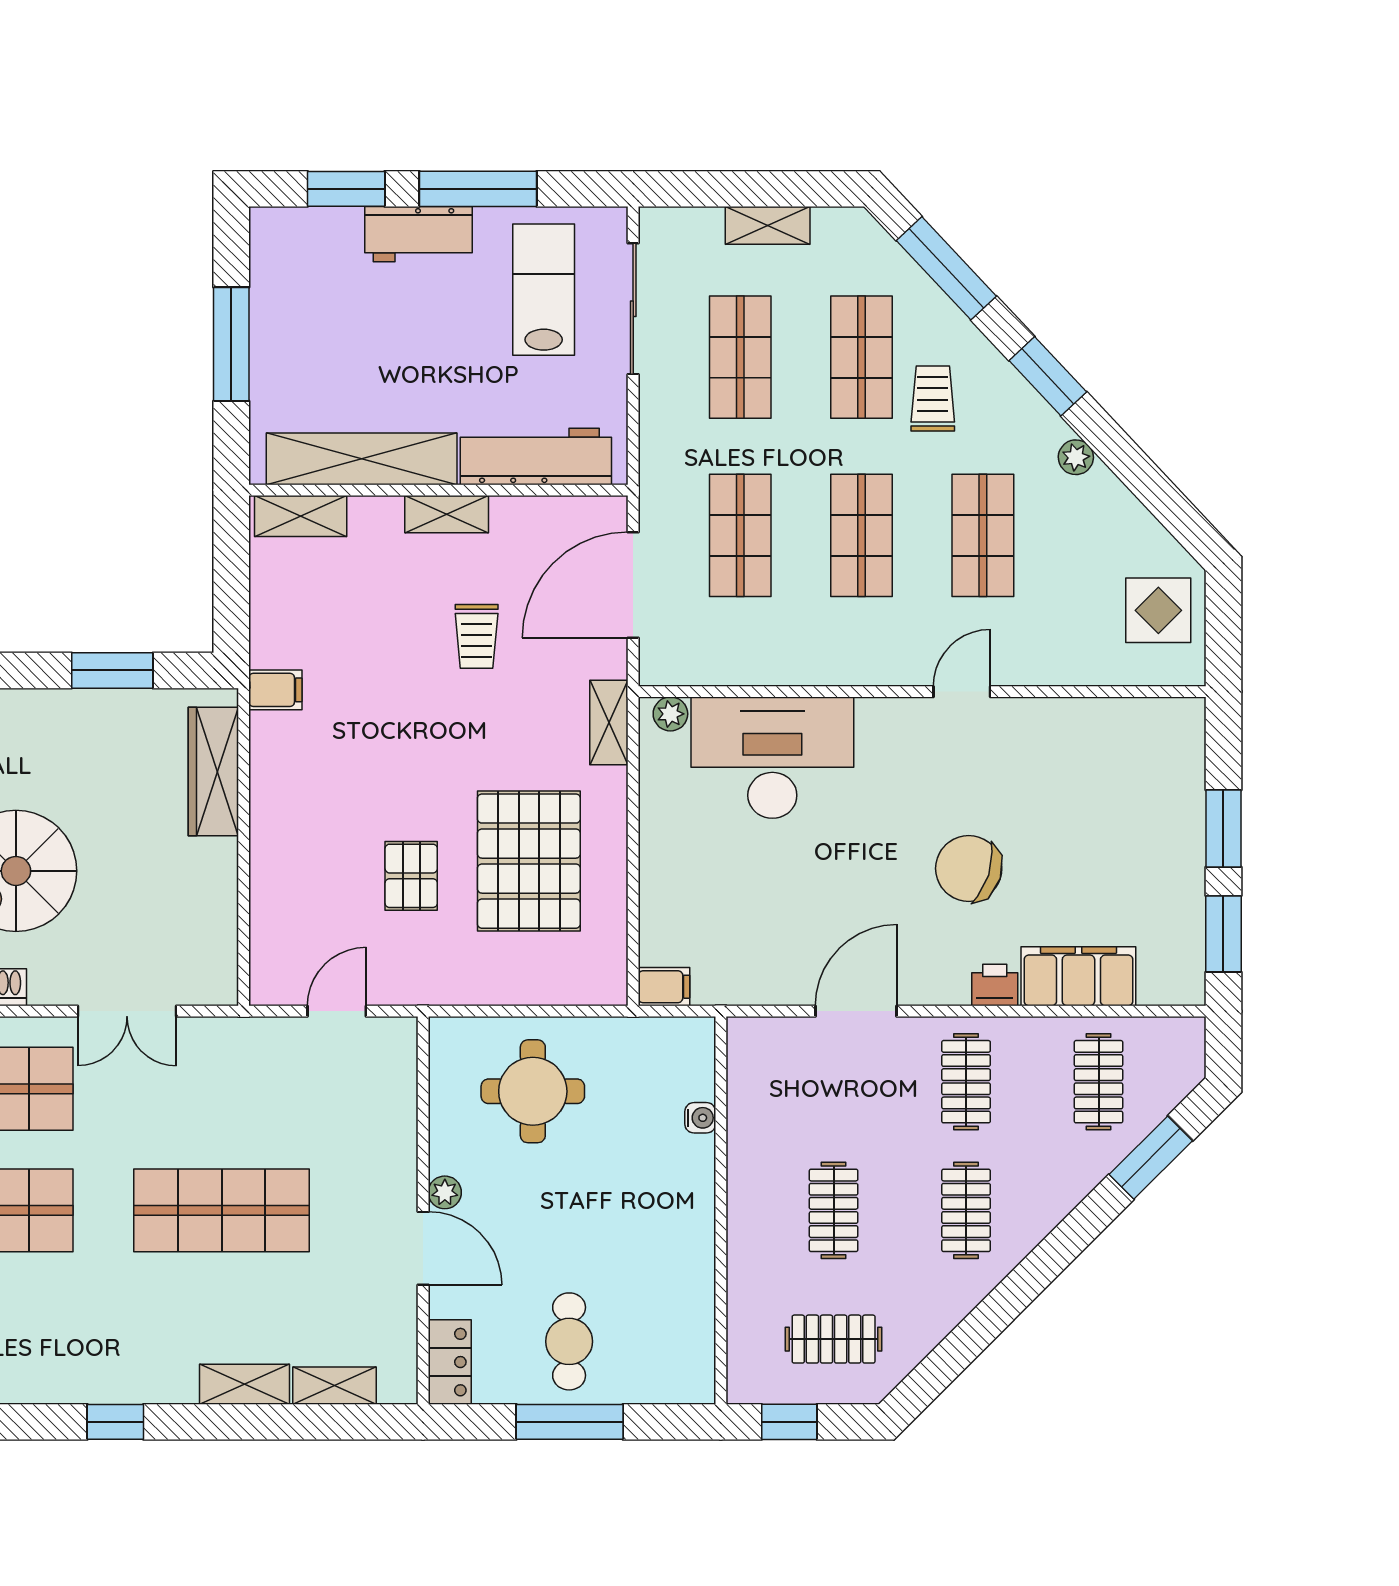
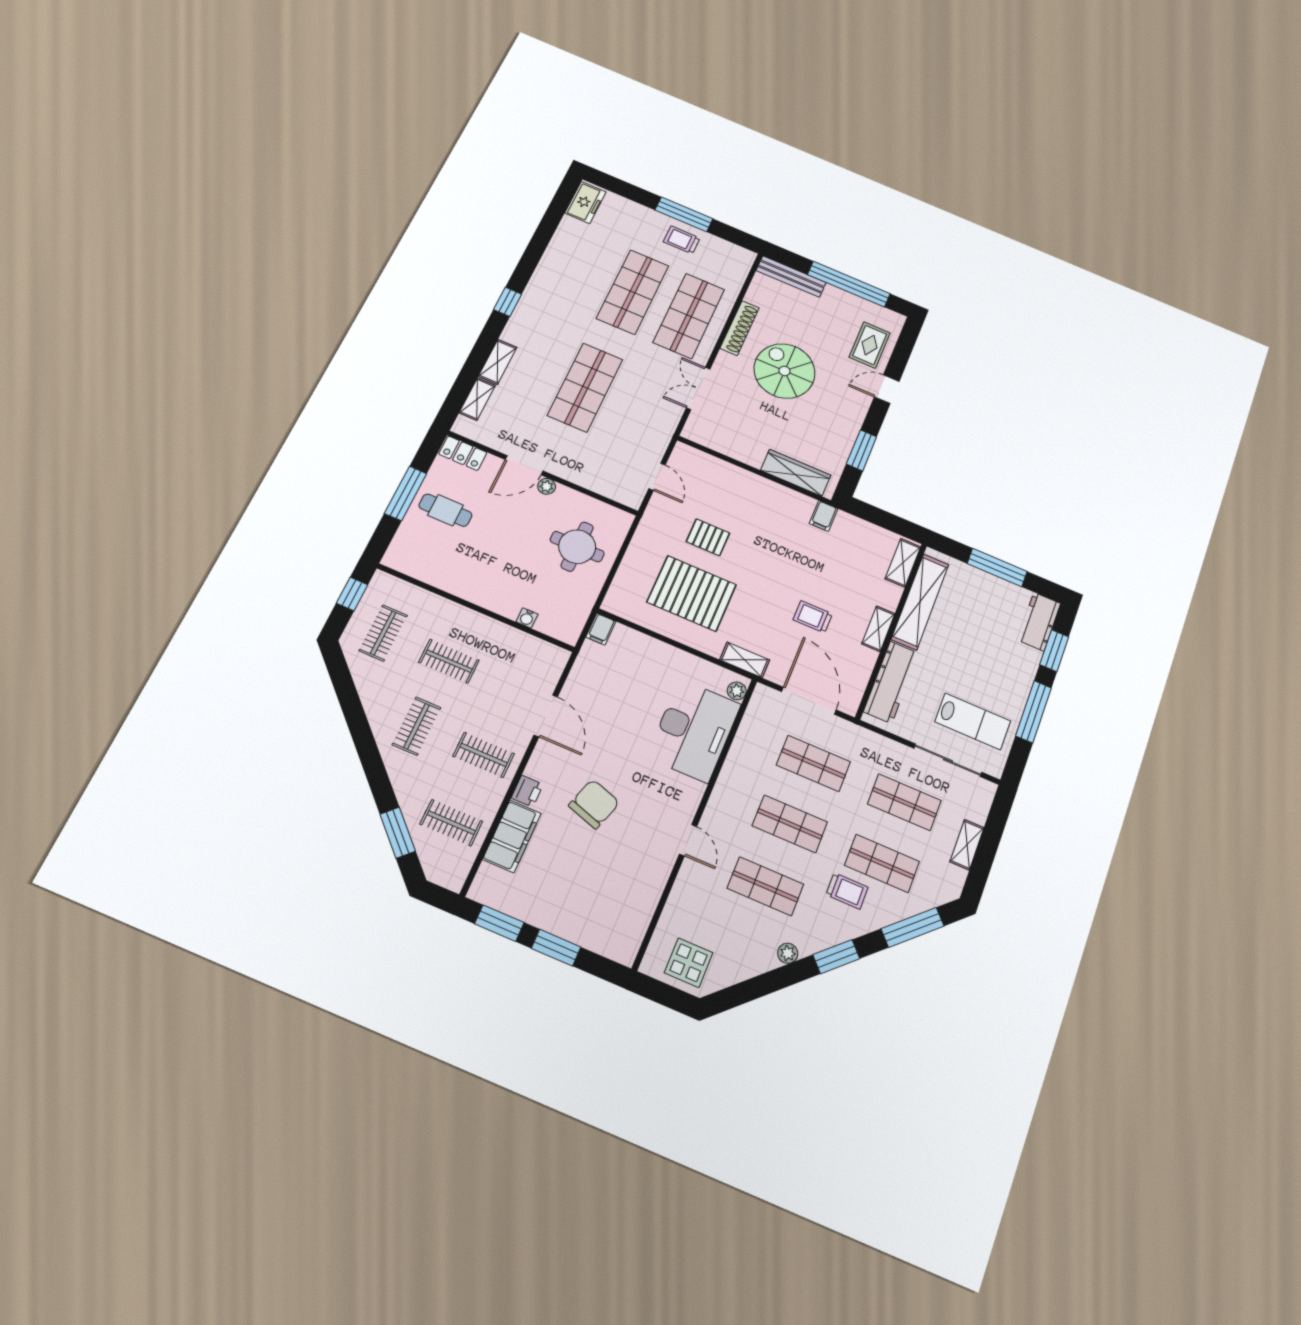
workbench: (419, 234) -> (1039, 622), moved
clothes rail: (966, 1210) -> (417, 726), turned 90

